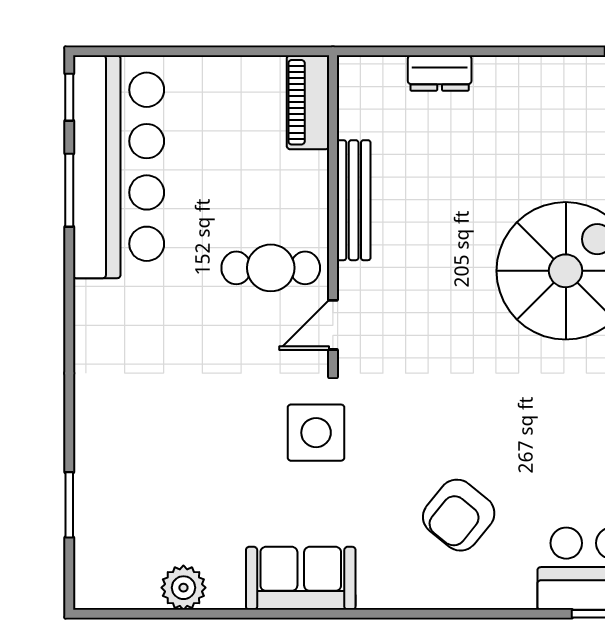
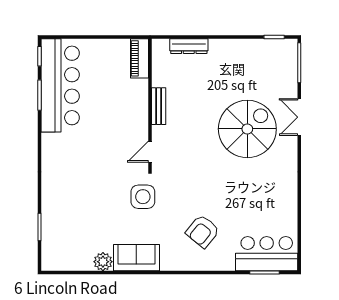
dresser: (440, 73) -> (189, 46), width x1.44
bench: (354, 200) -> (159, 106), width x0.73
cafe table: (271, 268) -> (124, 128), removed
plant: (183, 588) -> (103, 262), moved

